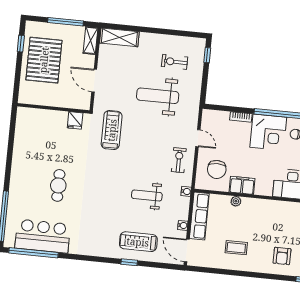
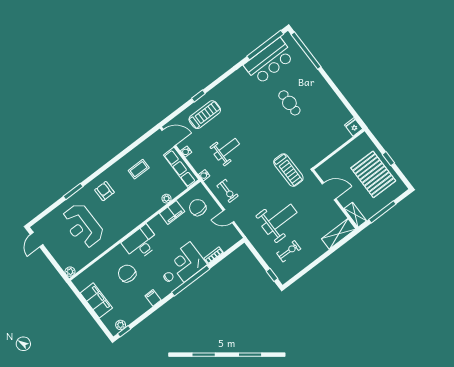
window: (21, 44) -> (388, 159), moved
fridge: (75, 120) -> (354, 127), moved

